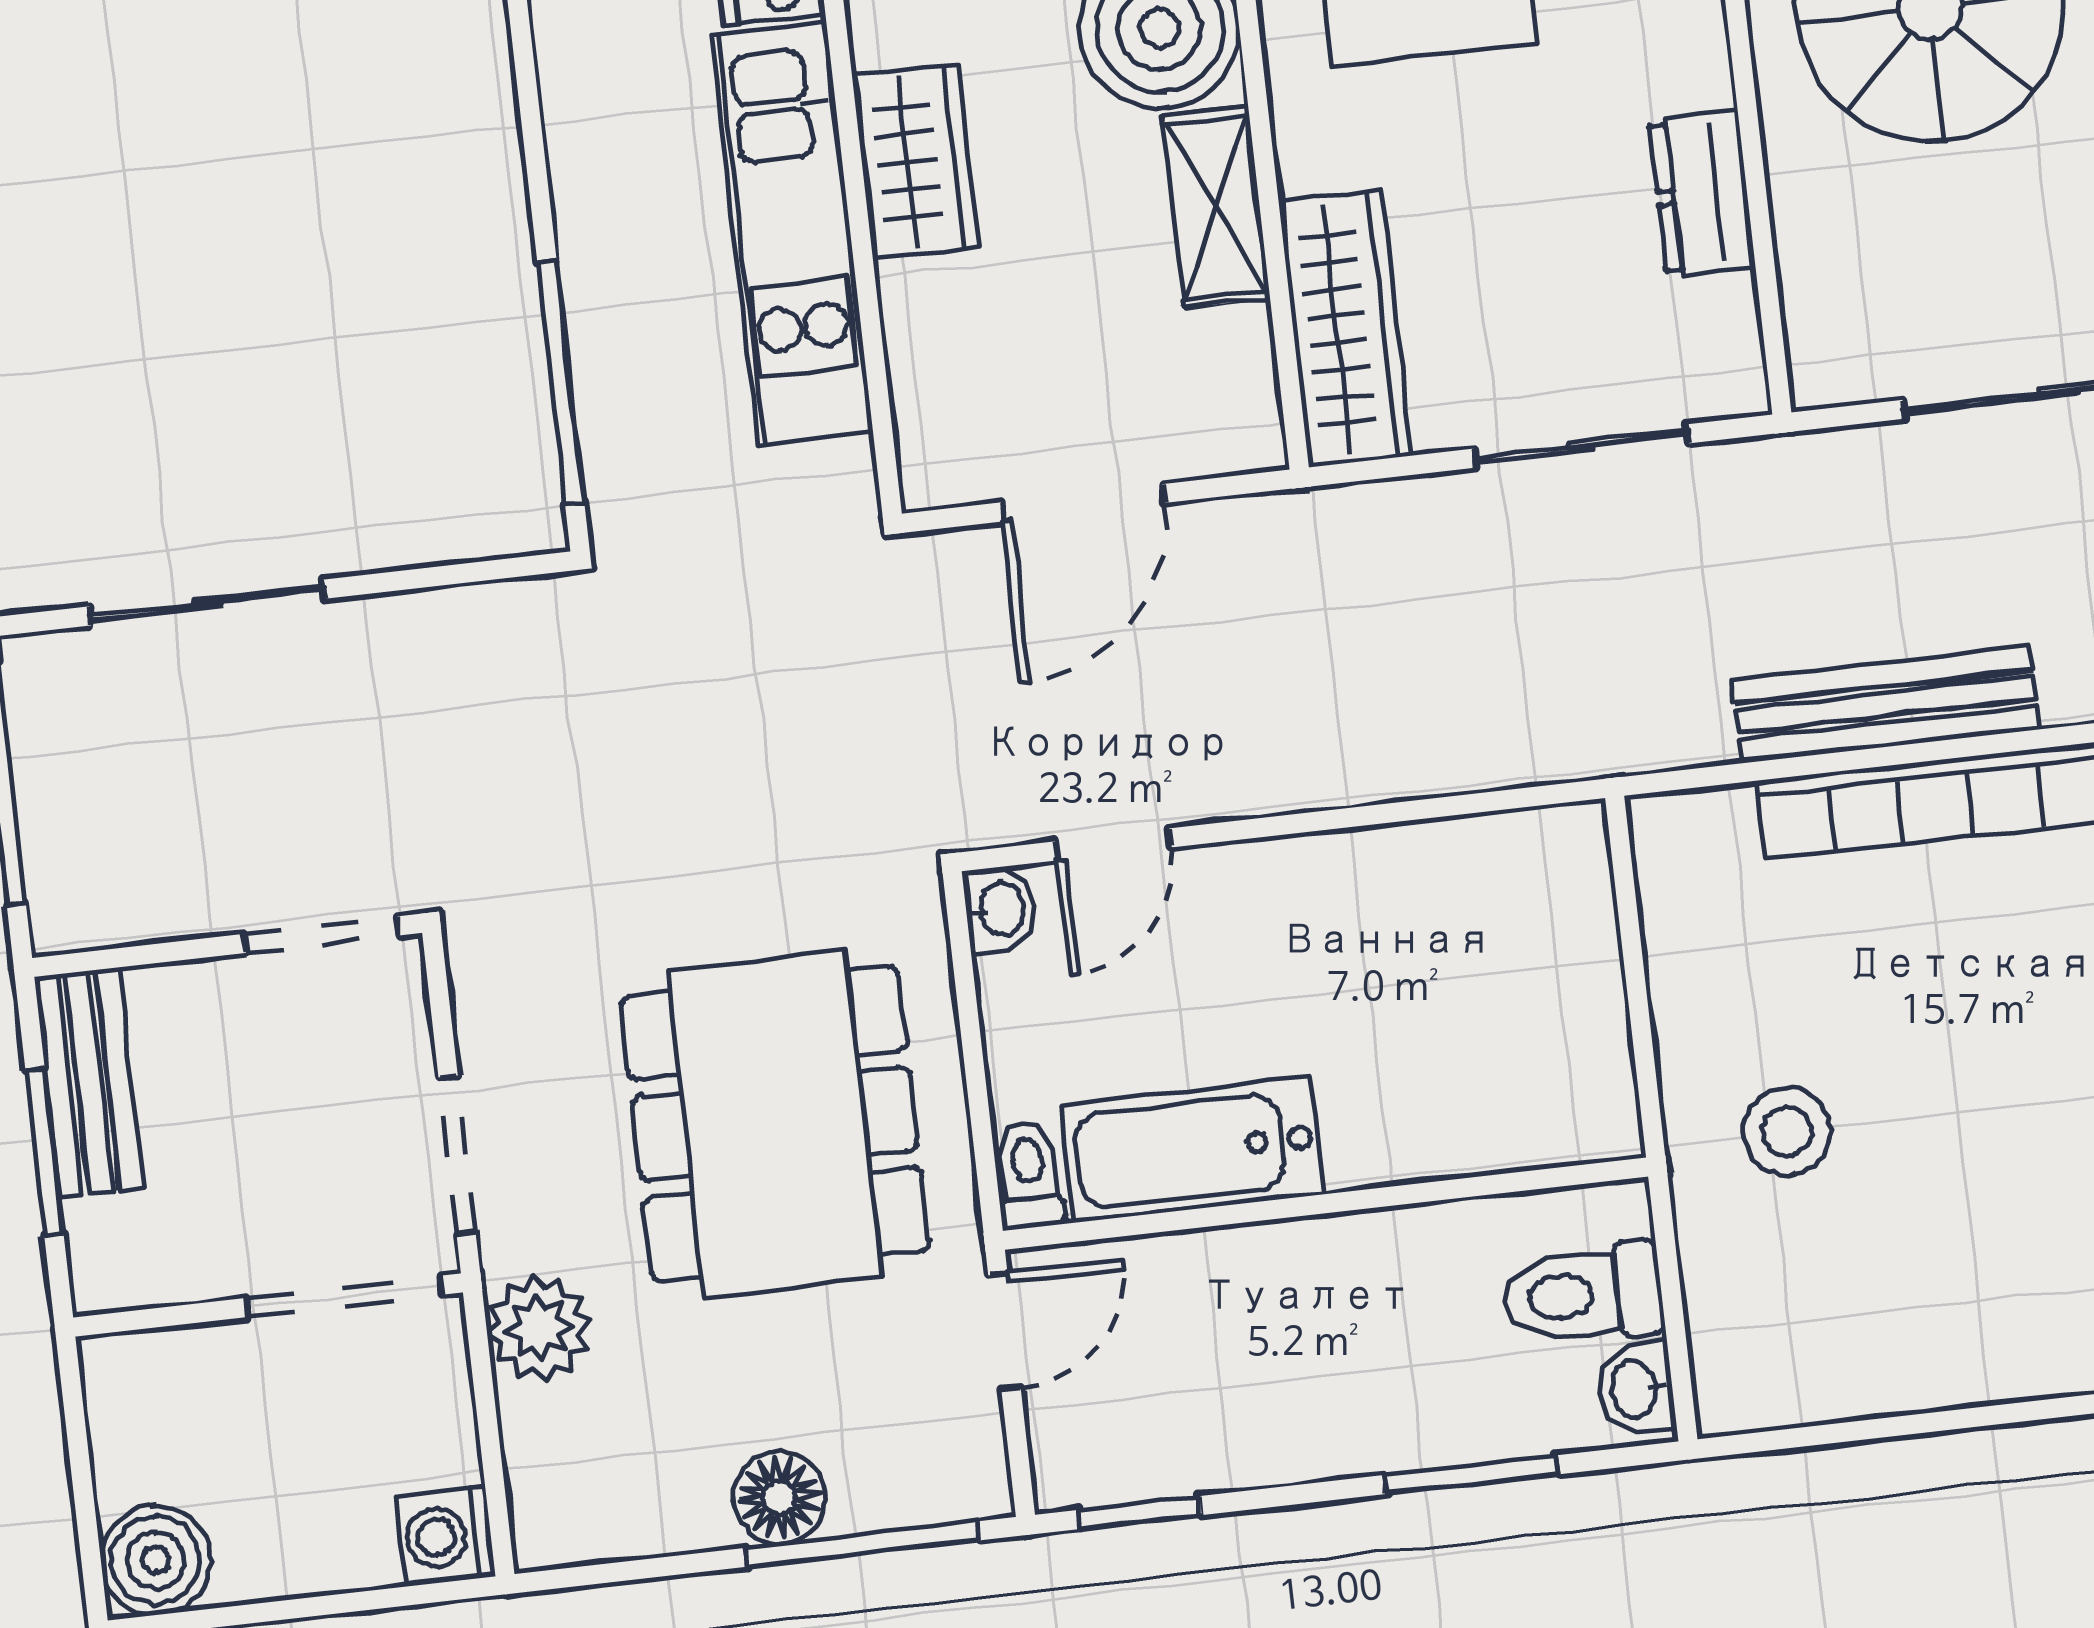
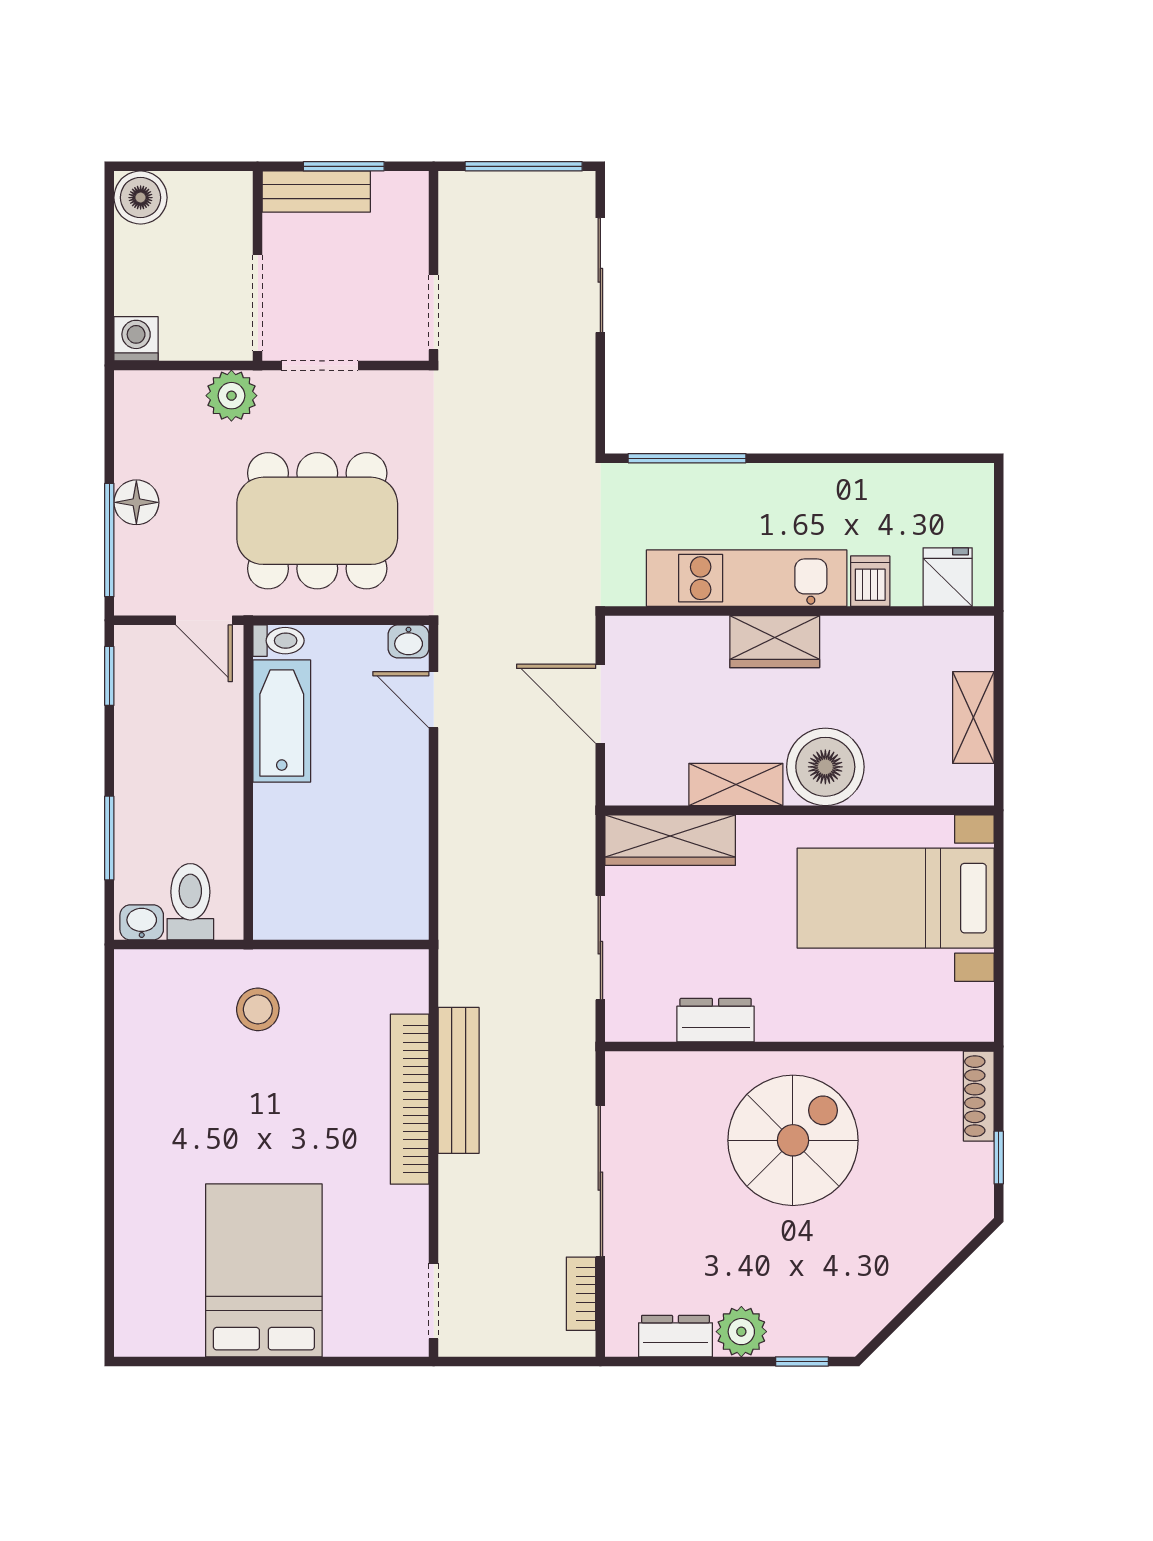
bench: (89, 1083) -> (316, 192), moved

